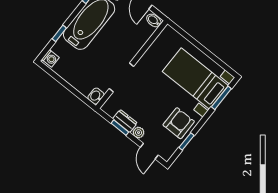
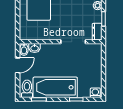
washbasin: (96, 96) -> (35, 48), moved
dresser: (125, 121) -> (97, 32), moved

